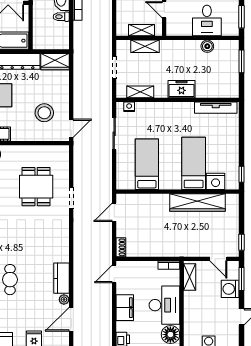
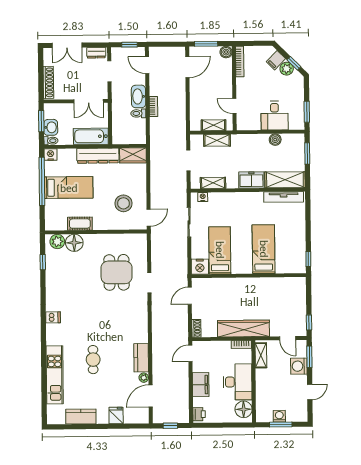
shelving: (217, 89) -> (285, 180), added
nightstand: (216, 181) -> (200, 267), moved
wardrobe: (198, 203) -> (243, 328), moved, turned 180

